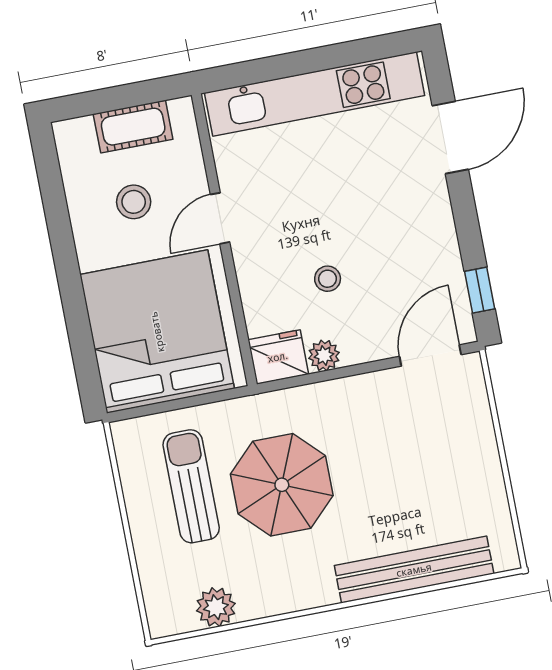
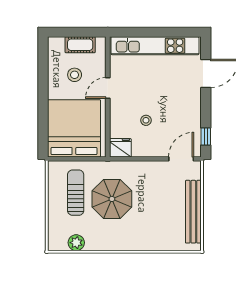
plant: (324, 355) -> (139, 151), removed
bench: (414, 570) -> (193, 212), moved, turned 90

